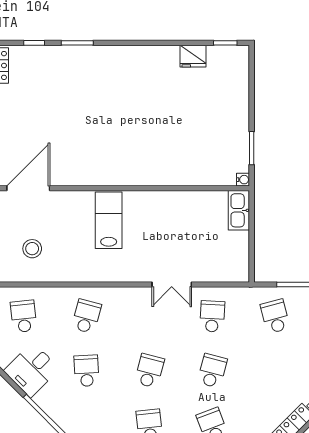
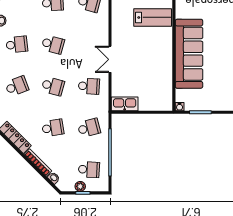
sofa: (163, 165) -> (189, 54), added
kitchen sink: (239, 210) -> (125, 104), moved
school desk: (275, 371) -> (53, 128), added

